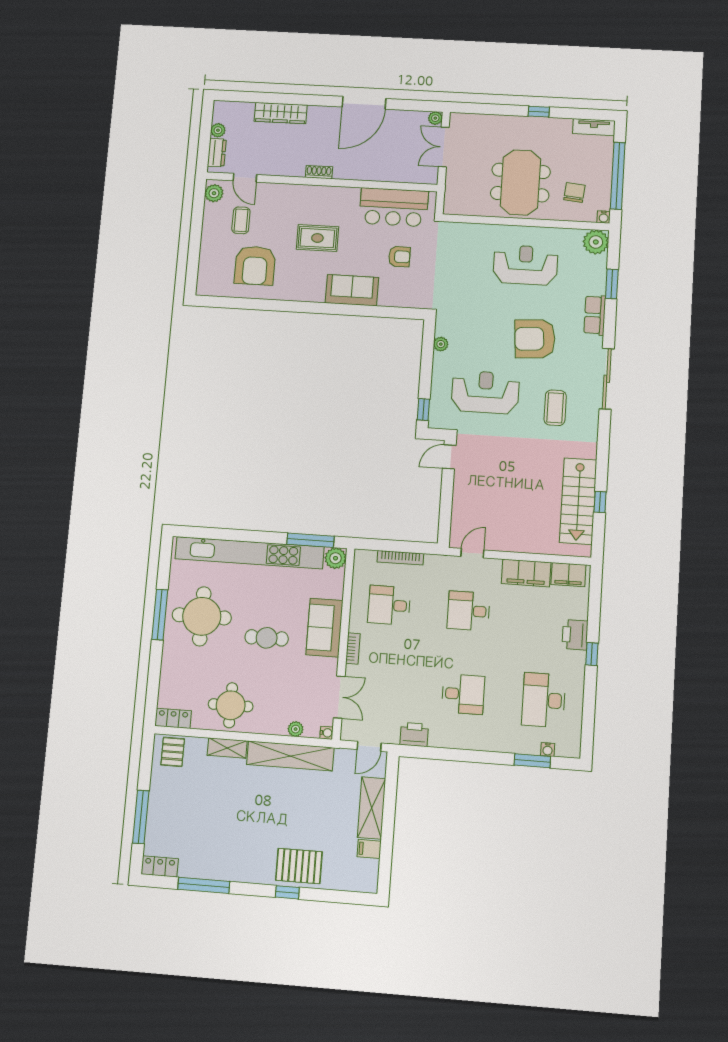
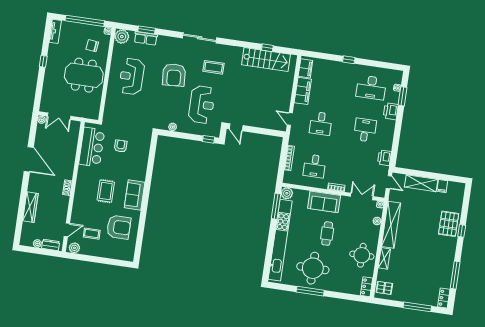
sofa: (352, 290) -> (135, 195), moved
row of seats: (595, 315) -> (146, 38), moved
reception desk: (485, 392) -> (202, 105), turned 180
printer: (575, 635) -> (391, 111), moved, turned 90

